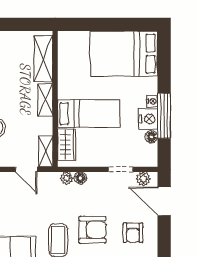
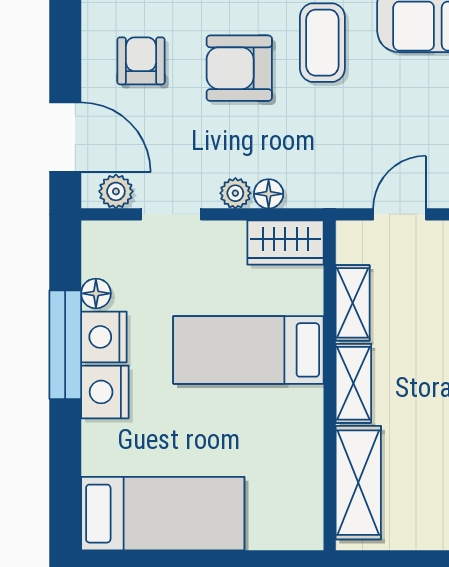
bed: (124, 54) -> (163, 514), width x0.67
nightstand: (152, 101) -> (105, 392), width x1.89, depth x1.79
wardrobe: (67, 145) -> (285, 243), moved, turned -90
shelving: (46, 151) -> (353, 303), moved
door: (26, 169) -> (400, 214), hinge flipped
plant: (67, 178) -> (235, 193), moved

